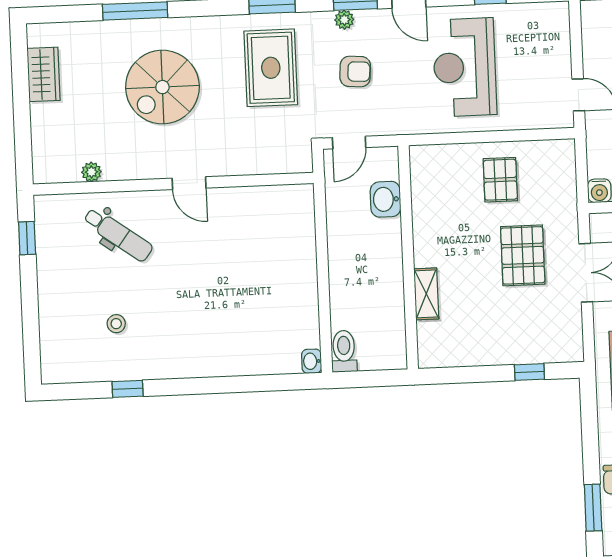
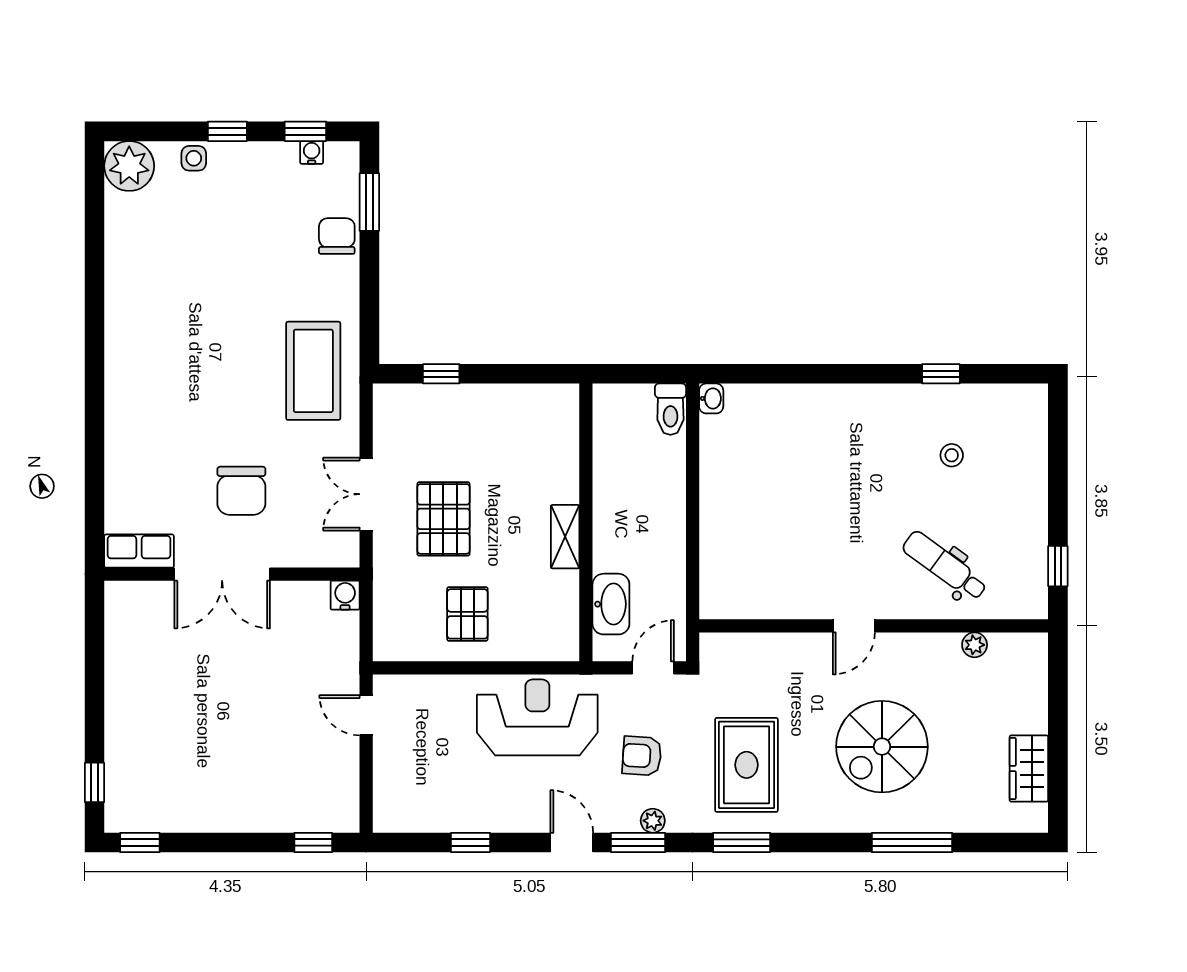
reception desk: (465, 67) -> (537, 717), moved, turned -90
spiral stairs: (162, 87) -> (882, 747), turned 180
door: (189, 183) -> (854, 626), swing flipped
washbasin: (385, 199) -> (611, 604), width x1.38
shelving: (426, 294) -> (565, 537), moved

